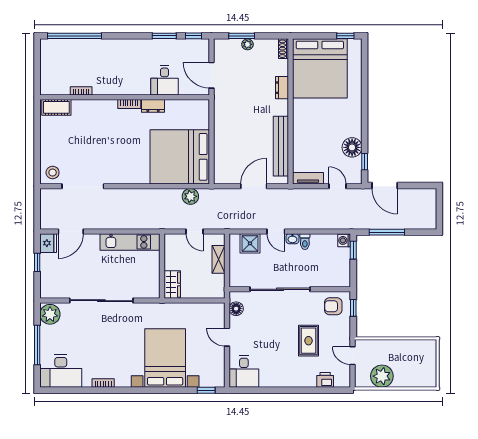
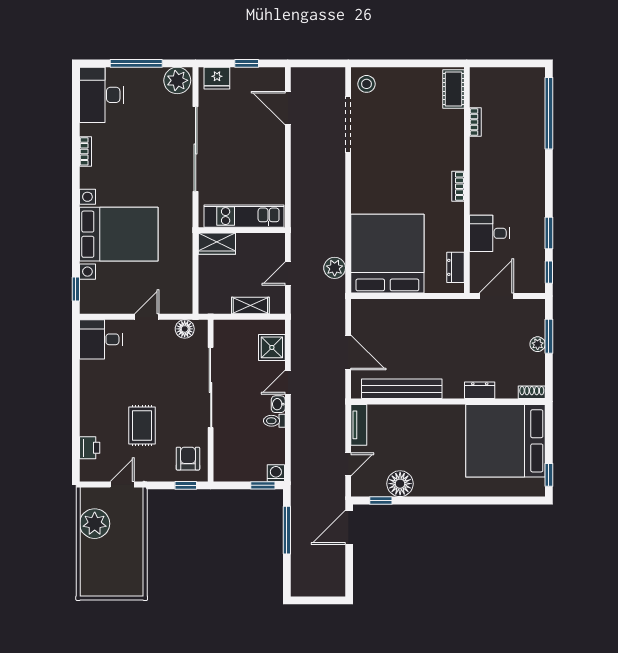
dresser: (153, 106) -> (455, 267), moved
kitchen unit: (130, 242) -> (244, 216), moved, turned 90
fridge: (48, 243) -> (217, 78), moved
rug: (308, 341) -> (142, 426), turned 90

